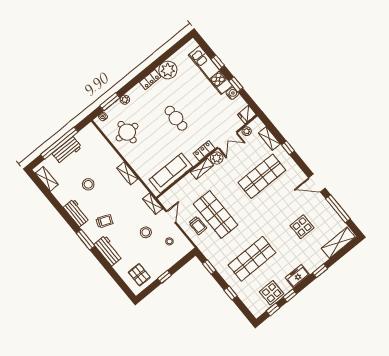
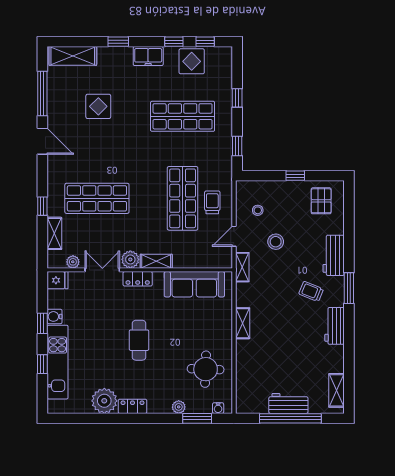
stool: (88, 184) -> (296, 347), removed

